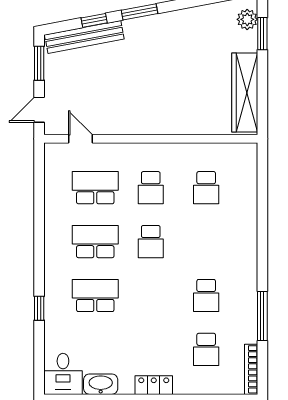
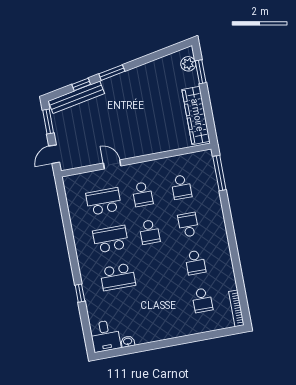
door: (80, 139) -> (112, 164), moved
school desk: (206, 242) -> (188, 225), added
school desk: (95, 295) -> (118, 277), turned 180
window: (262, 316) -> (219, 173), moved
washbasin: (101, 384) -> (128, 342), width x0.52, depth x0.69
locker: (154, 385) -> (170, 332), removed

